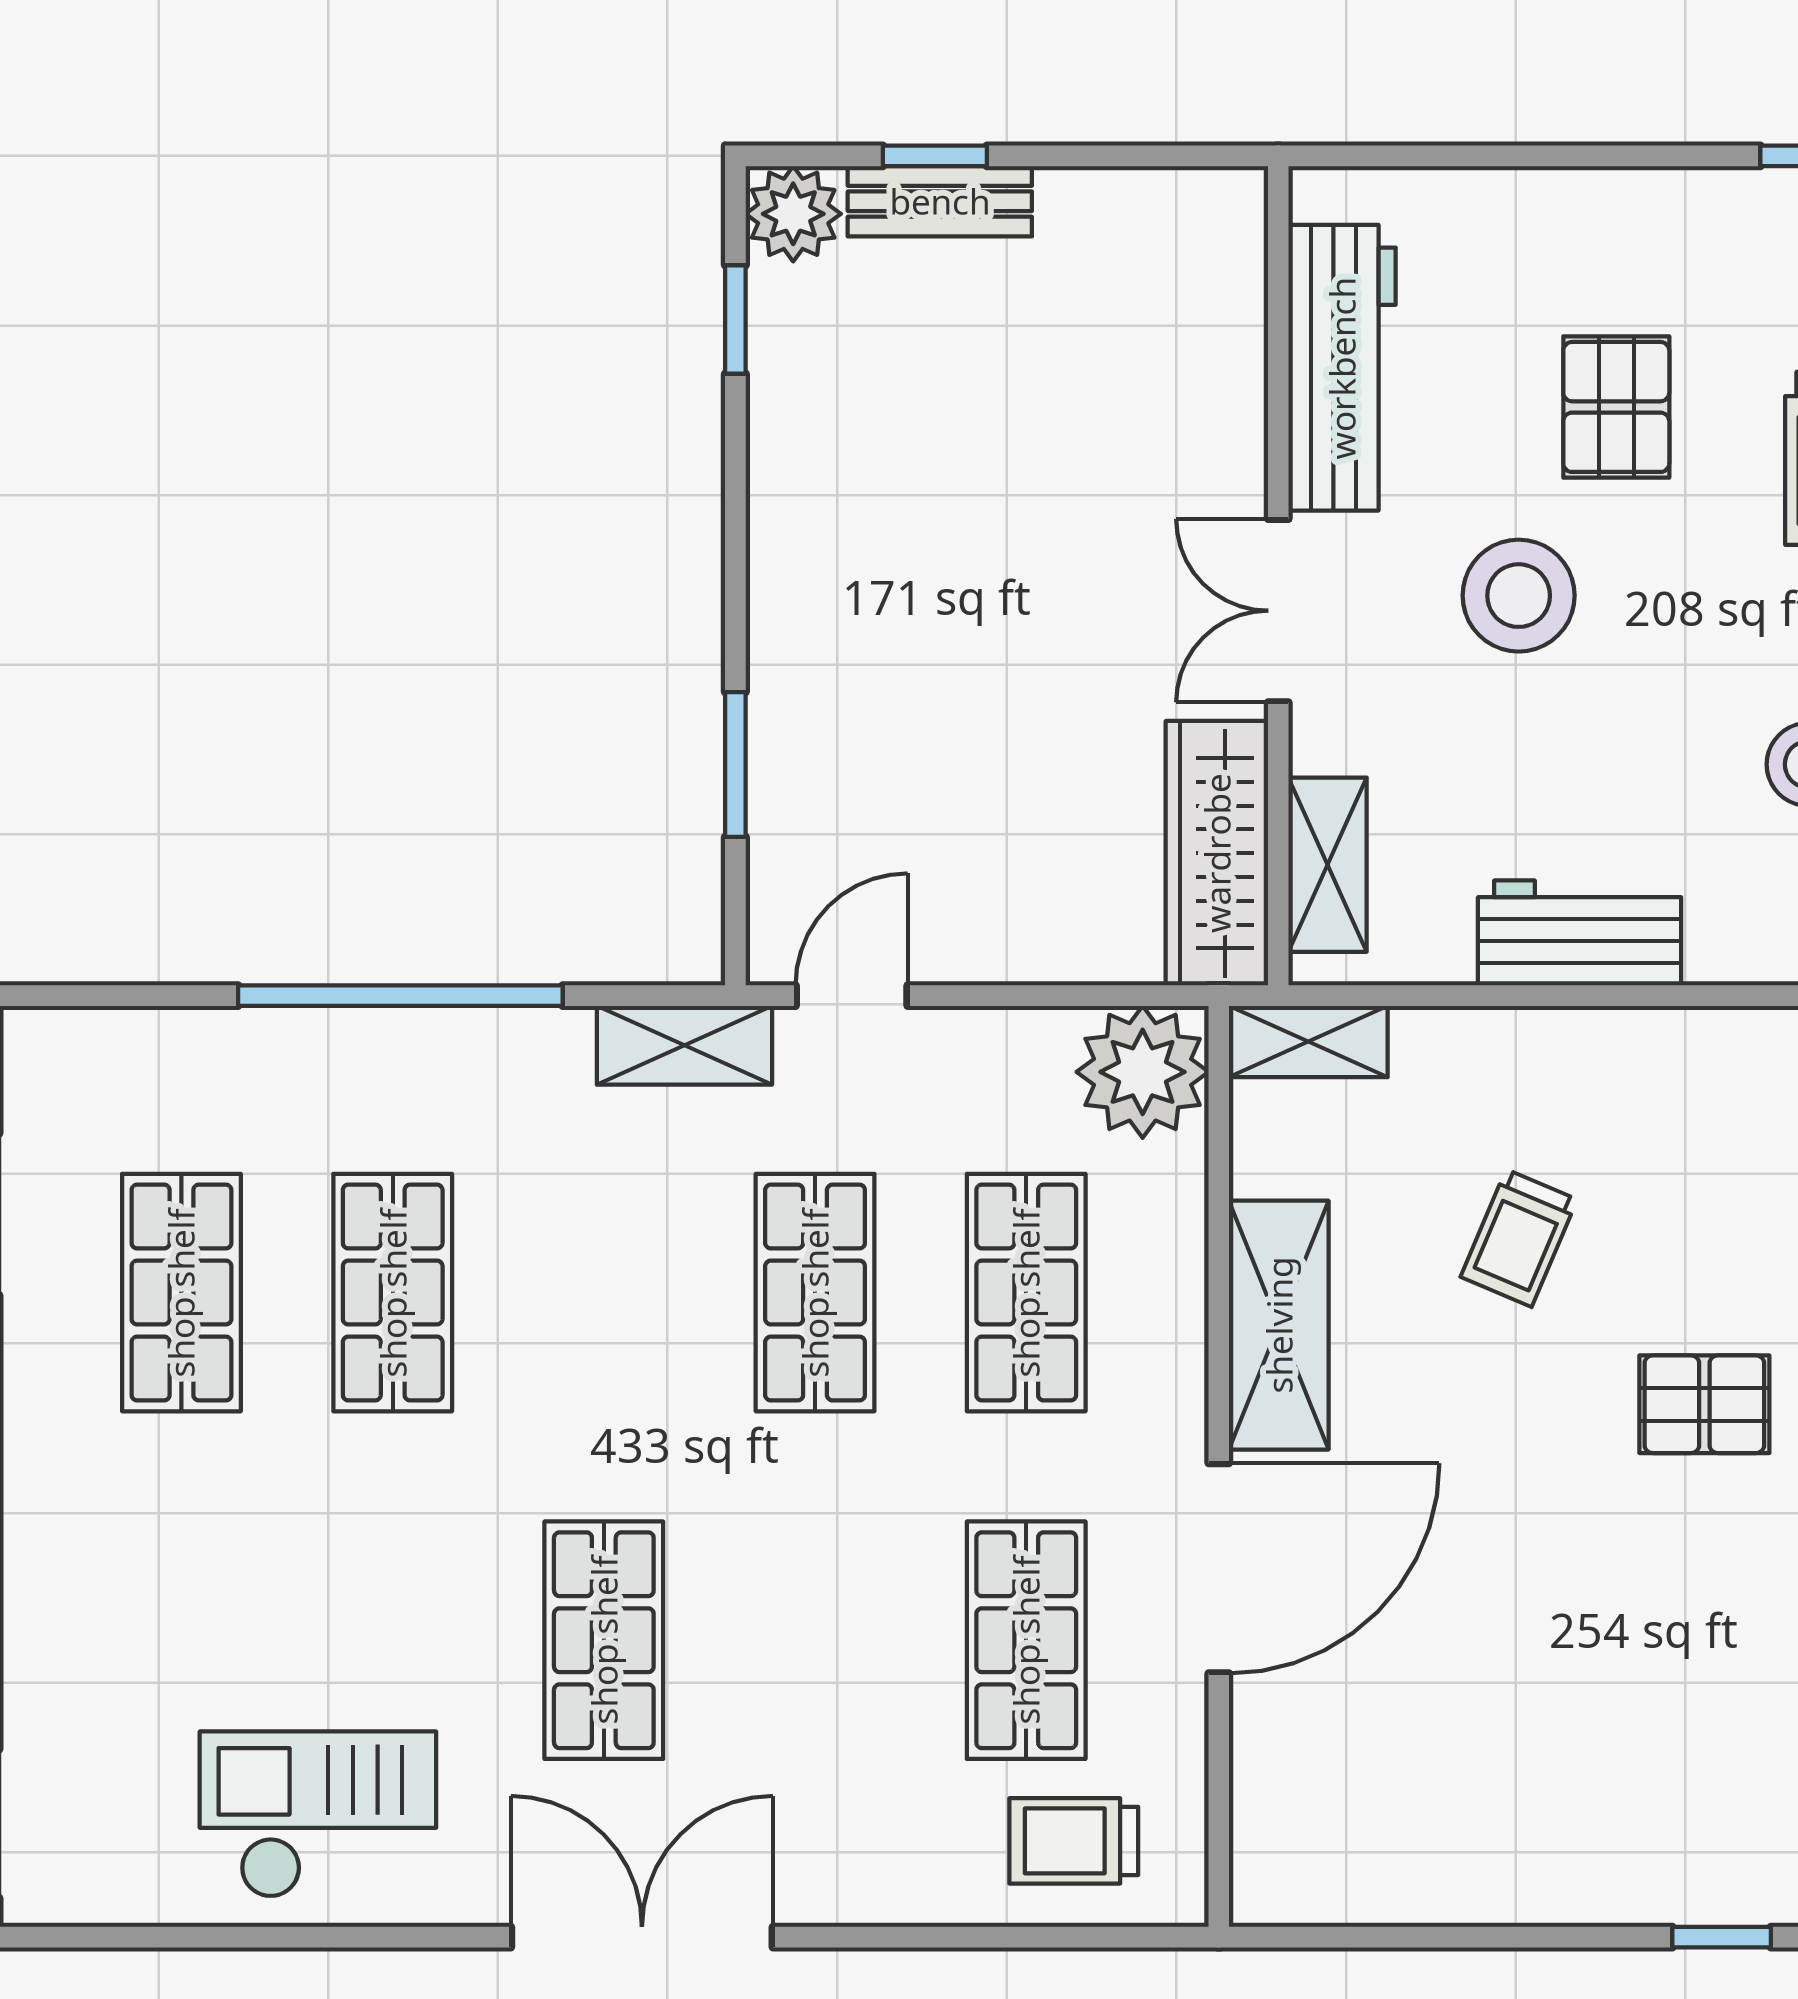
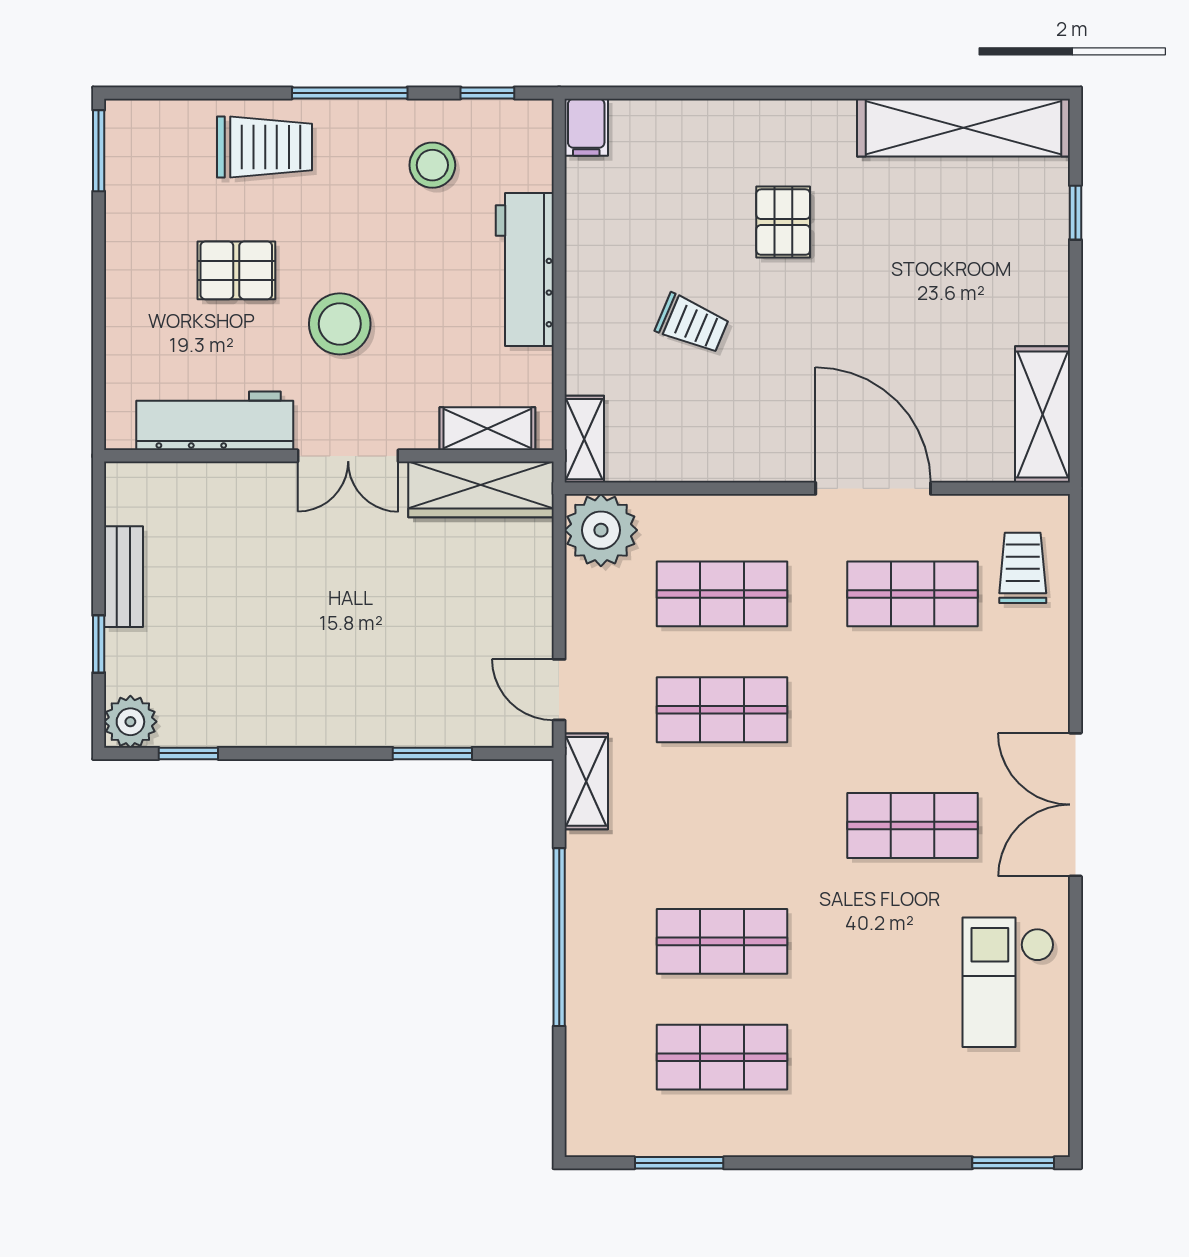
bench: (940, 201) -> (124, 577), moved
workbench: (1580, 933) -> (525, 270), width x1.38
shelving: (1279, 1325) -> (1043, 414), moved, turned 90
trolley: (1074, 1841) -> (1023, 568), turned 180

